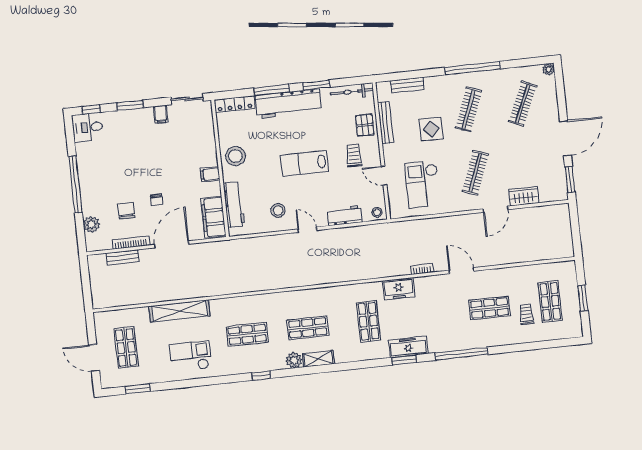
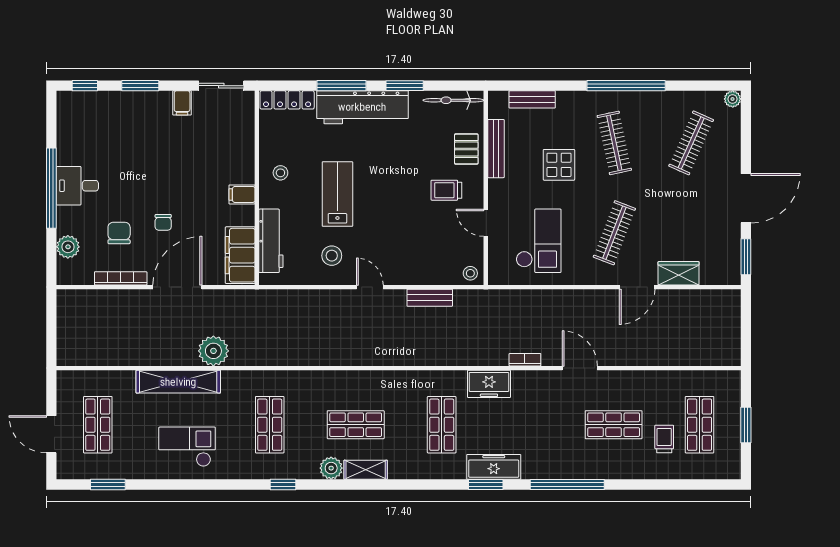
clothes rail: (468, 109) -> (614, 143), turned -33
desk: (88, 127) -> (77, 186), moved
stool: (236, 156) -> (280, 173), width x0.53, depth x0.53
trolley: (354, 156) -> (446, 190), turned -90
lab bench: (304, 163) -> (337, 194), moved, turned 90
checkout: (423, 184) -> (539, 241), turned 180
workbench: (345, 216) -> (424, 273), removed
bench: (123, 257) -> (430, 298), moved
plant: (202, 287) -> (213, 351), added
shop shelf: (247, 334) -> (270, 425), turned 90

